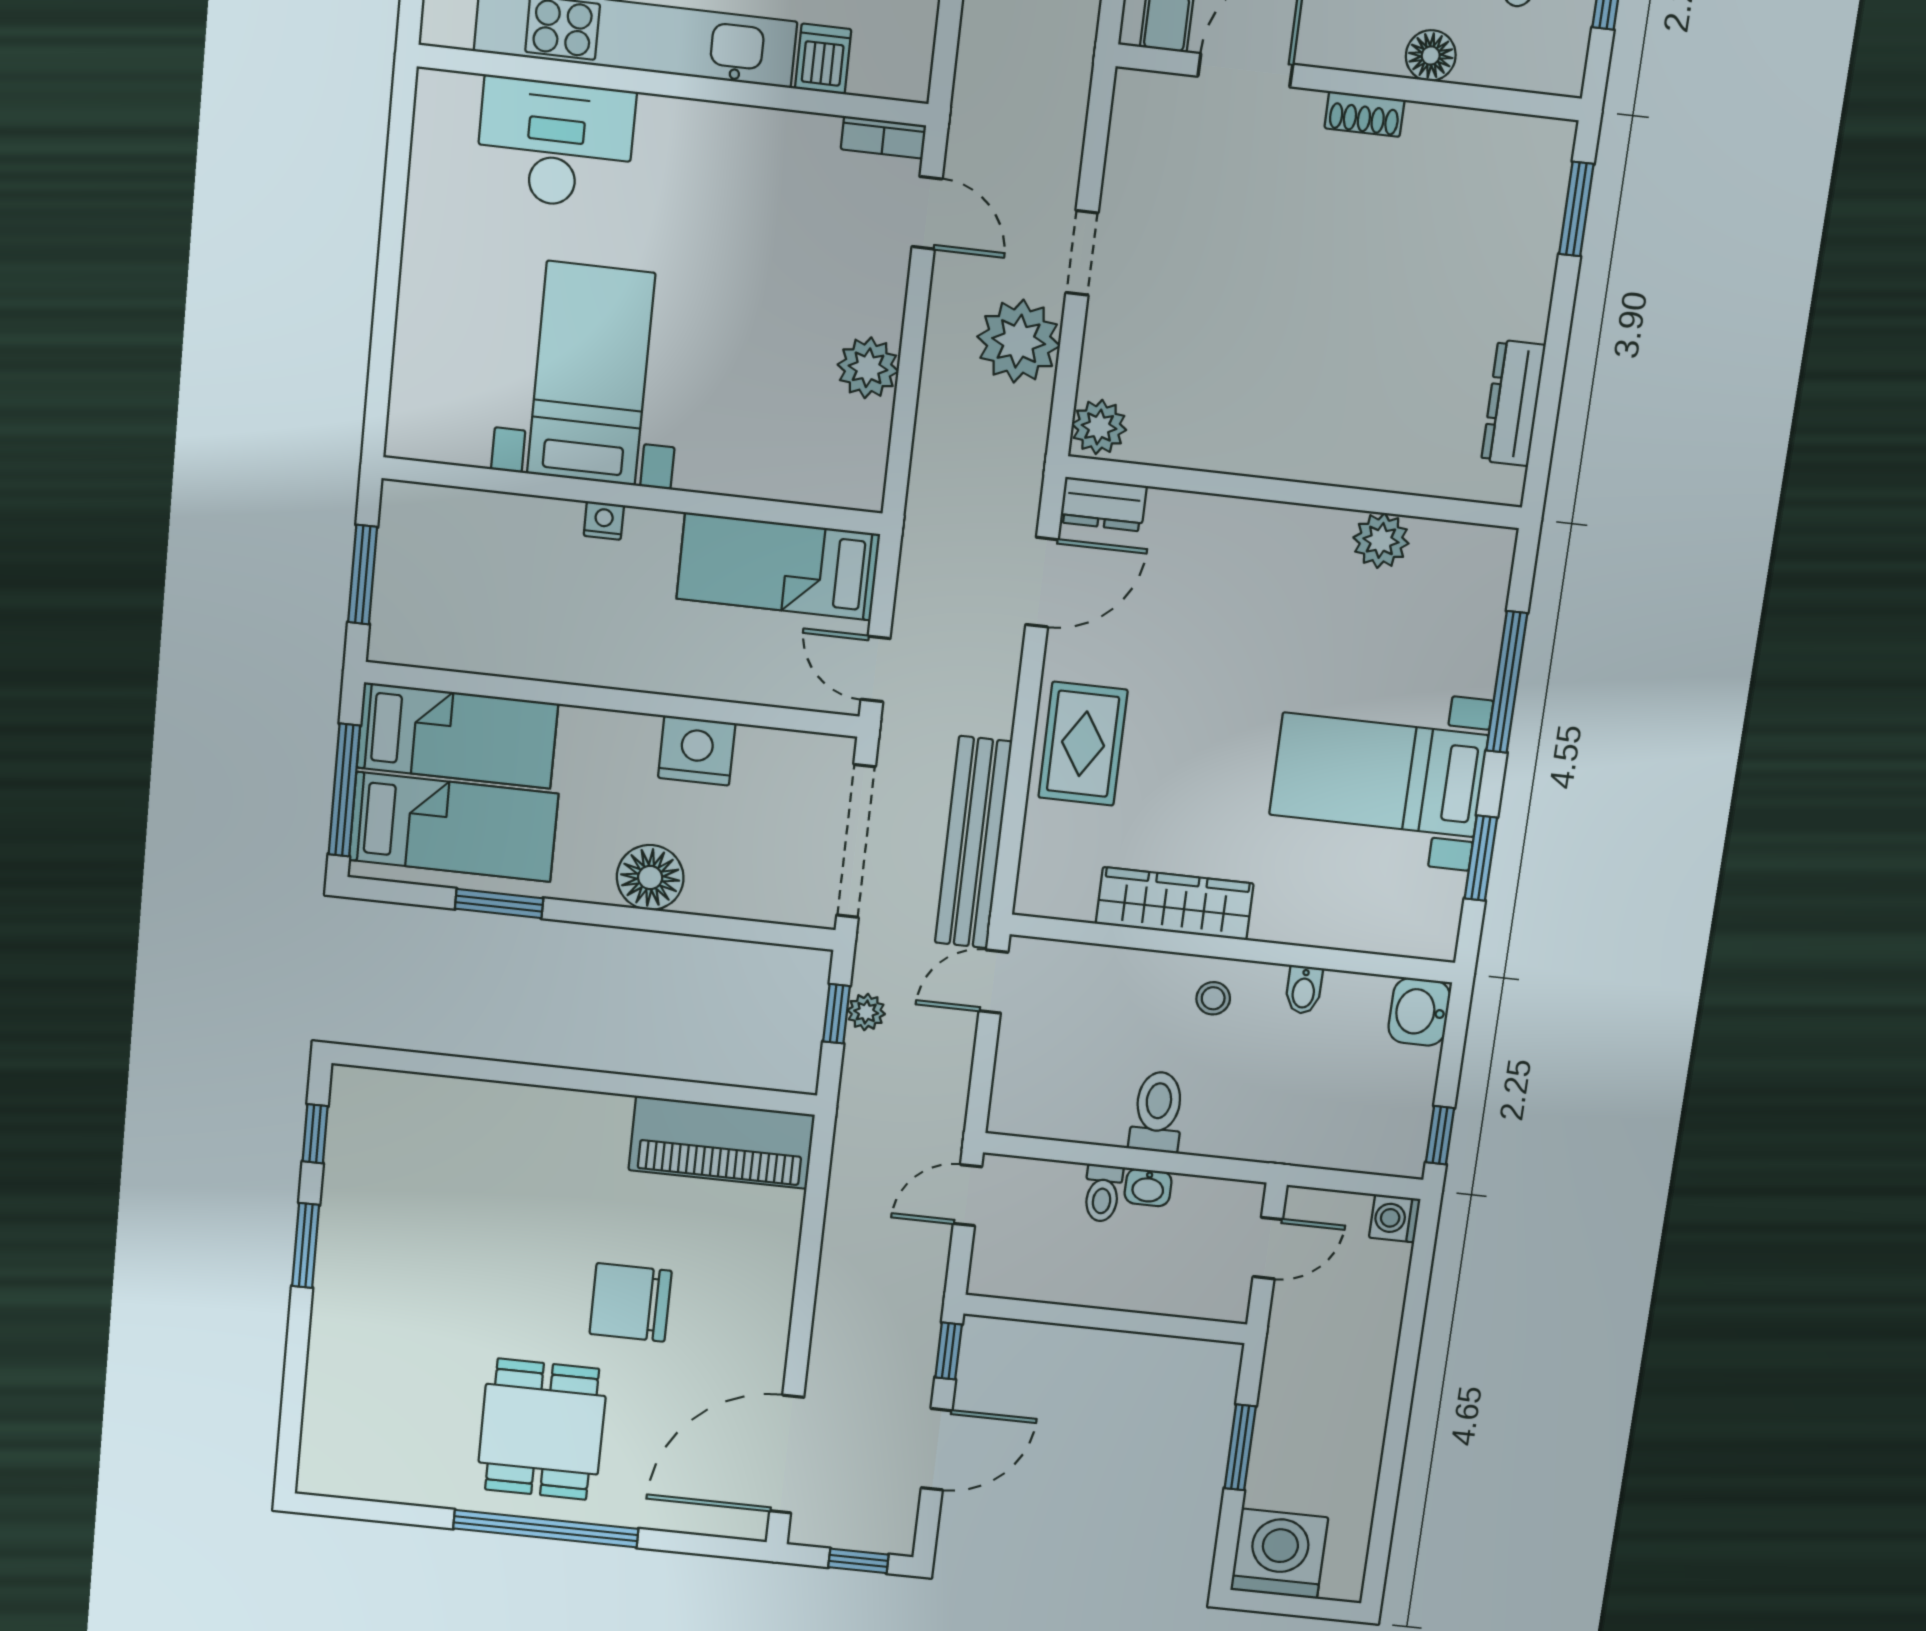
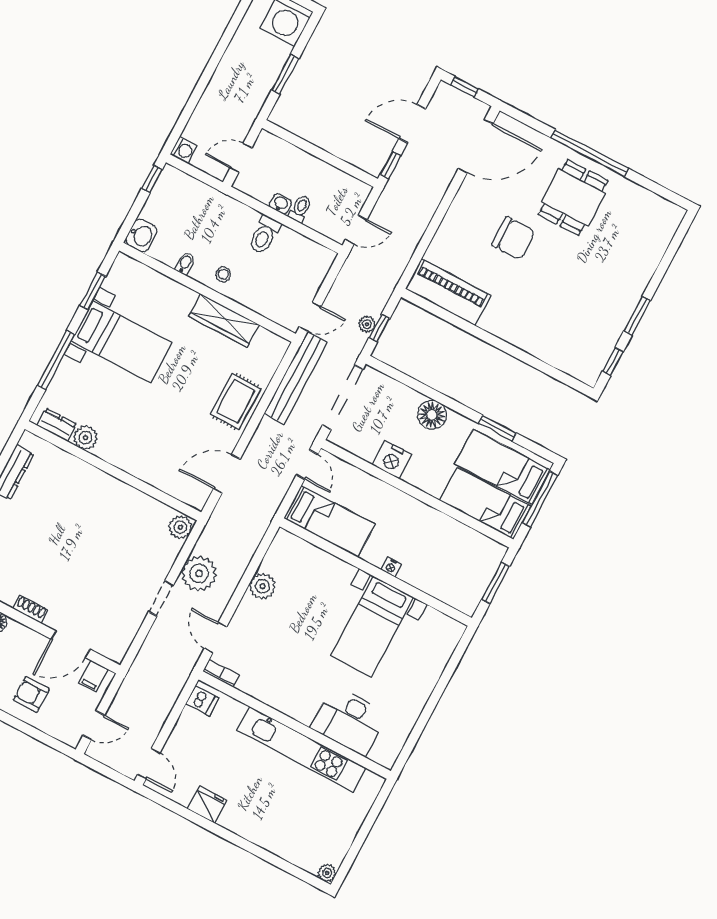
dishwasher: (823, 59) -> (202, 701), moved, turned -90
dresser: (1103, 504) -> (57, 425), moved

